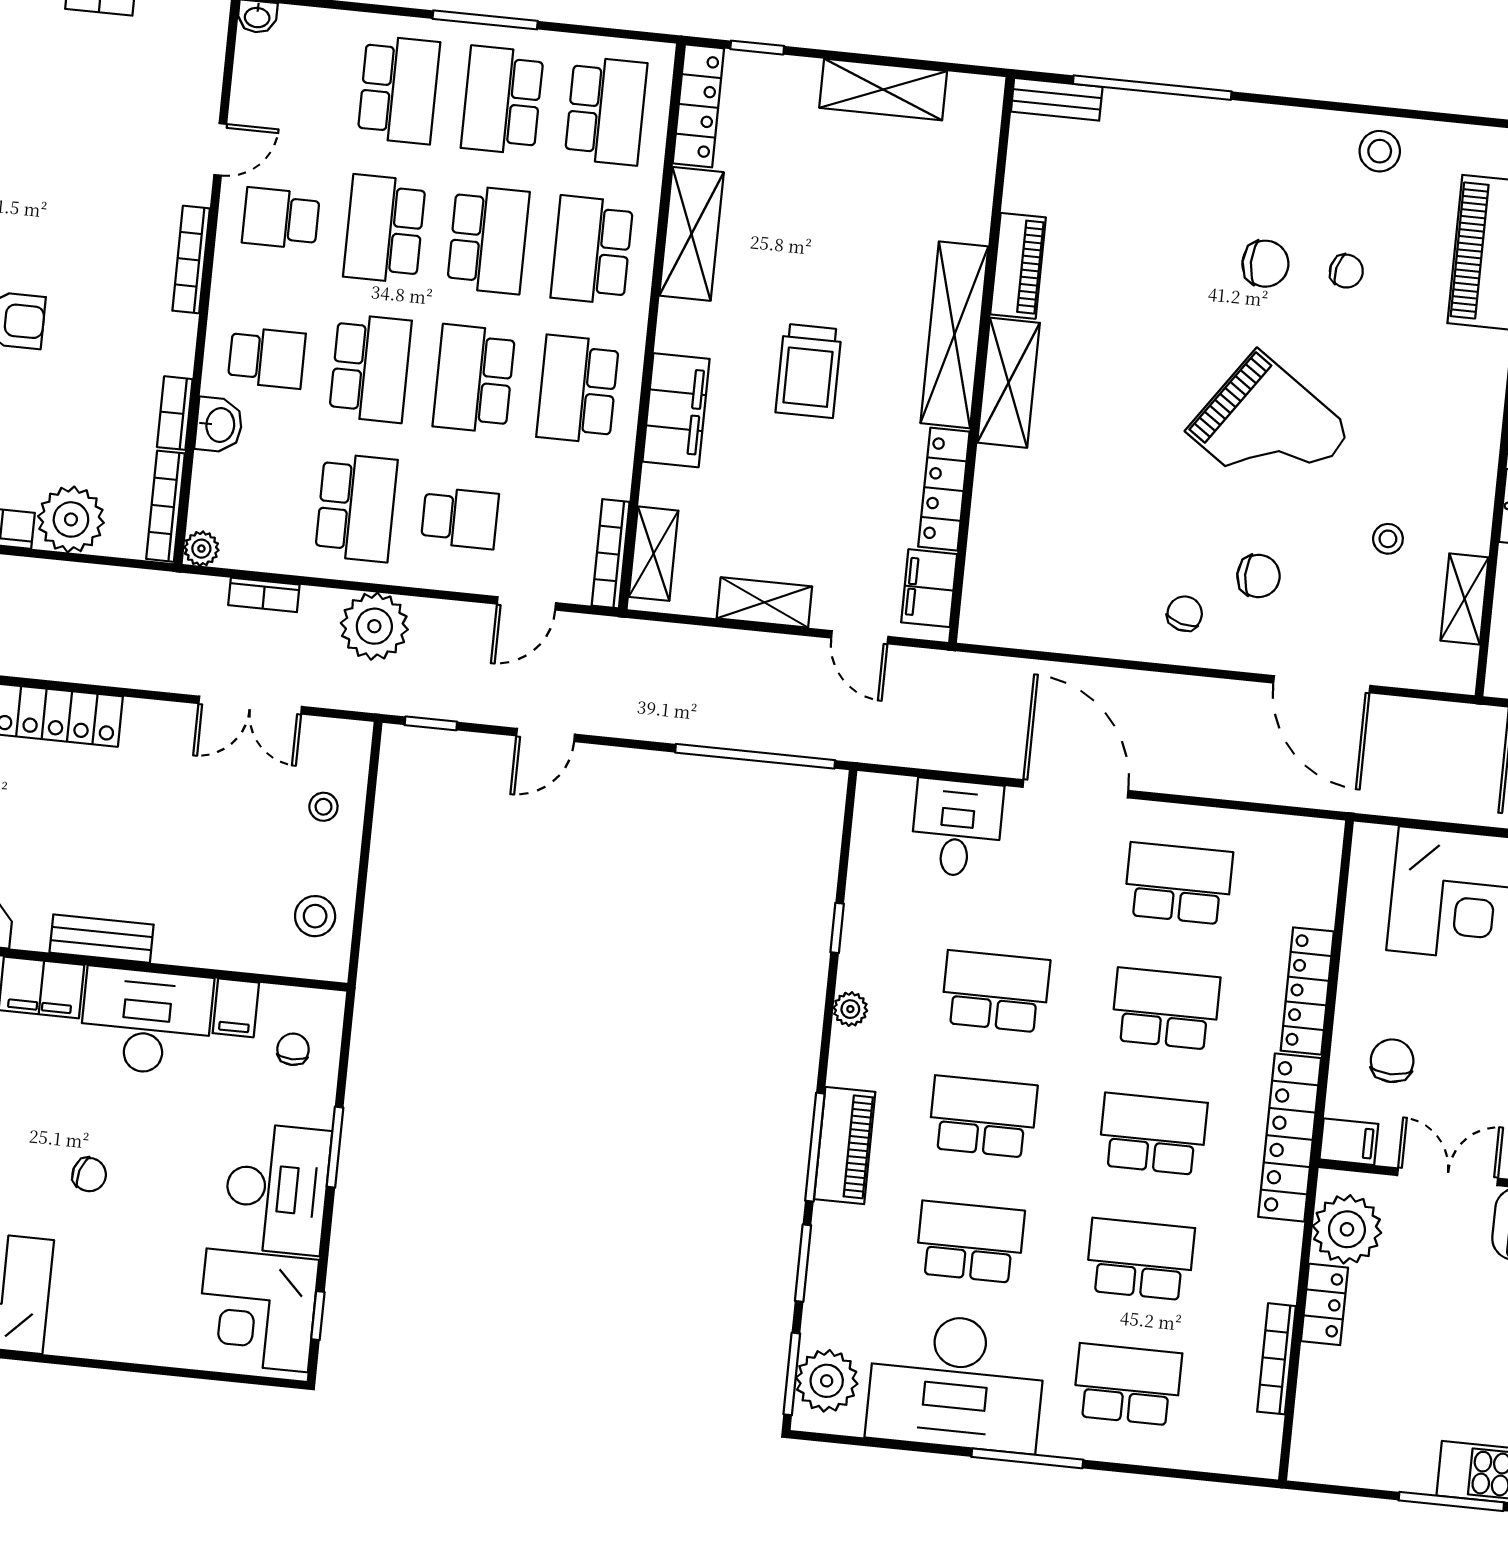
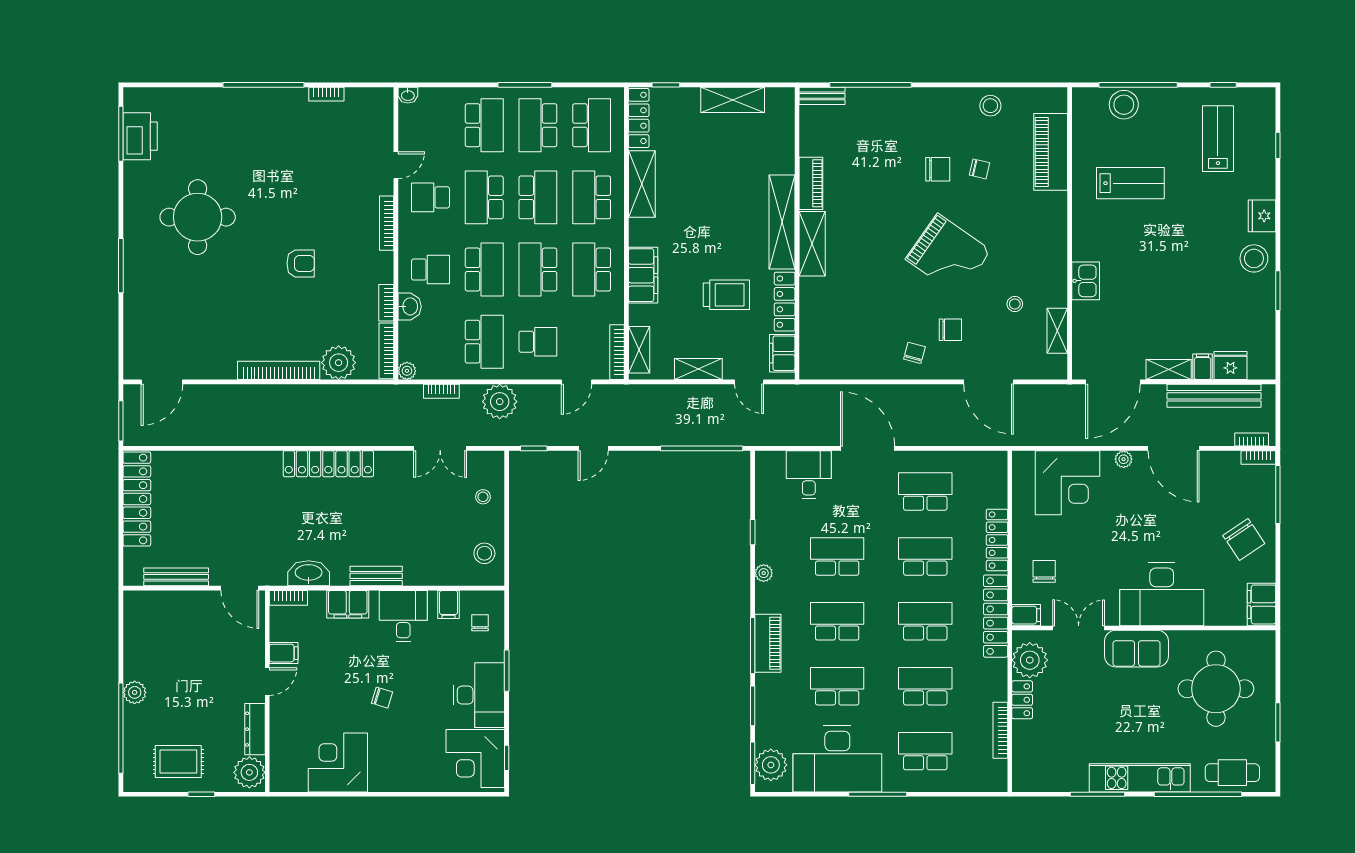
trolley: (809, 371) -> (726, 295), moved, turned -90
desk: (146, 1022) -> (403, 616), width x0.73

